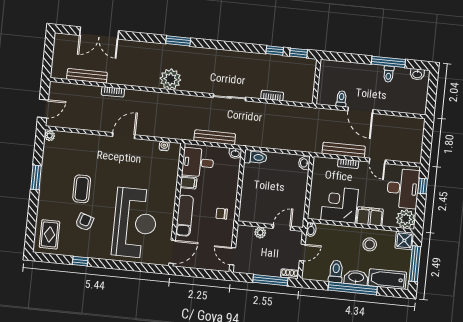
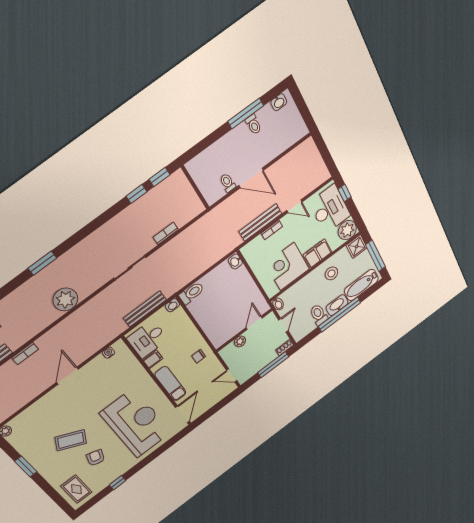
coffee table: (82, 189) -> (71, 440), turned -63

